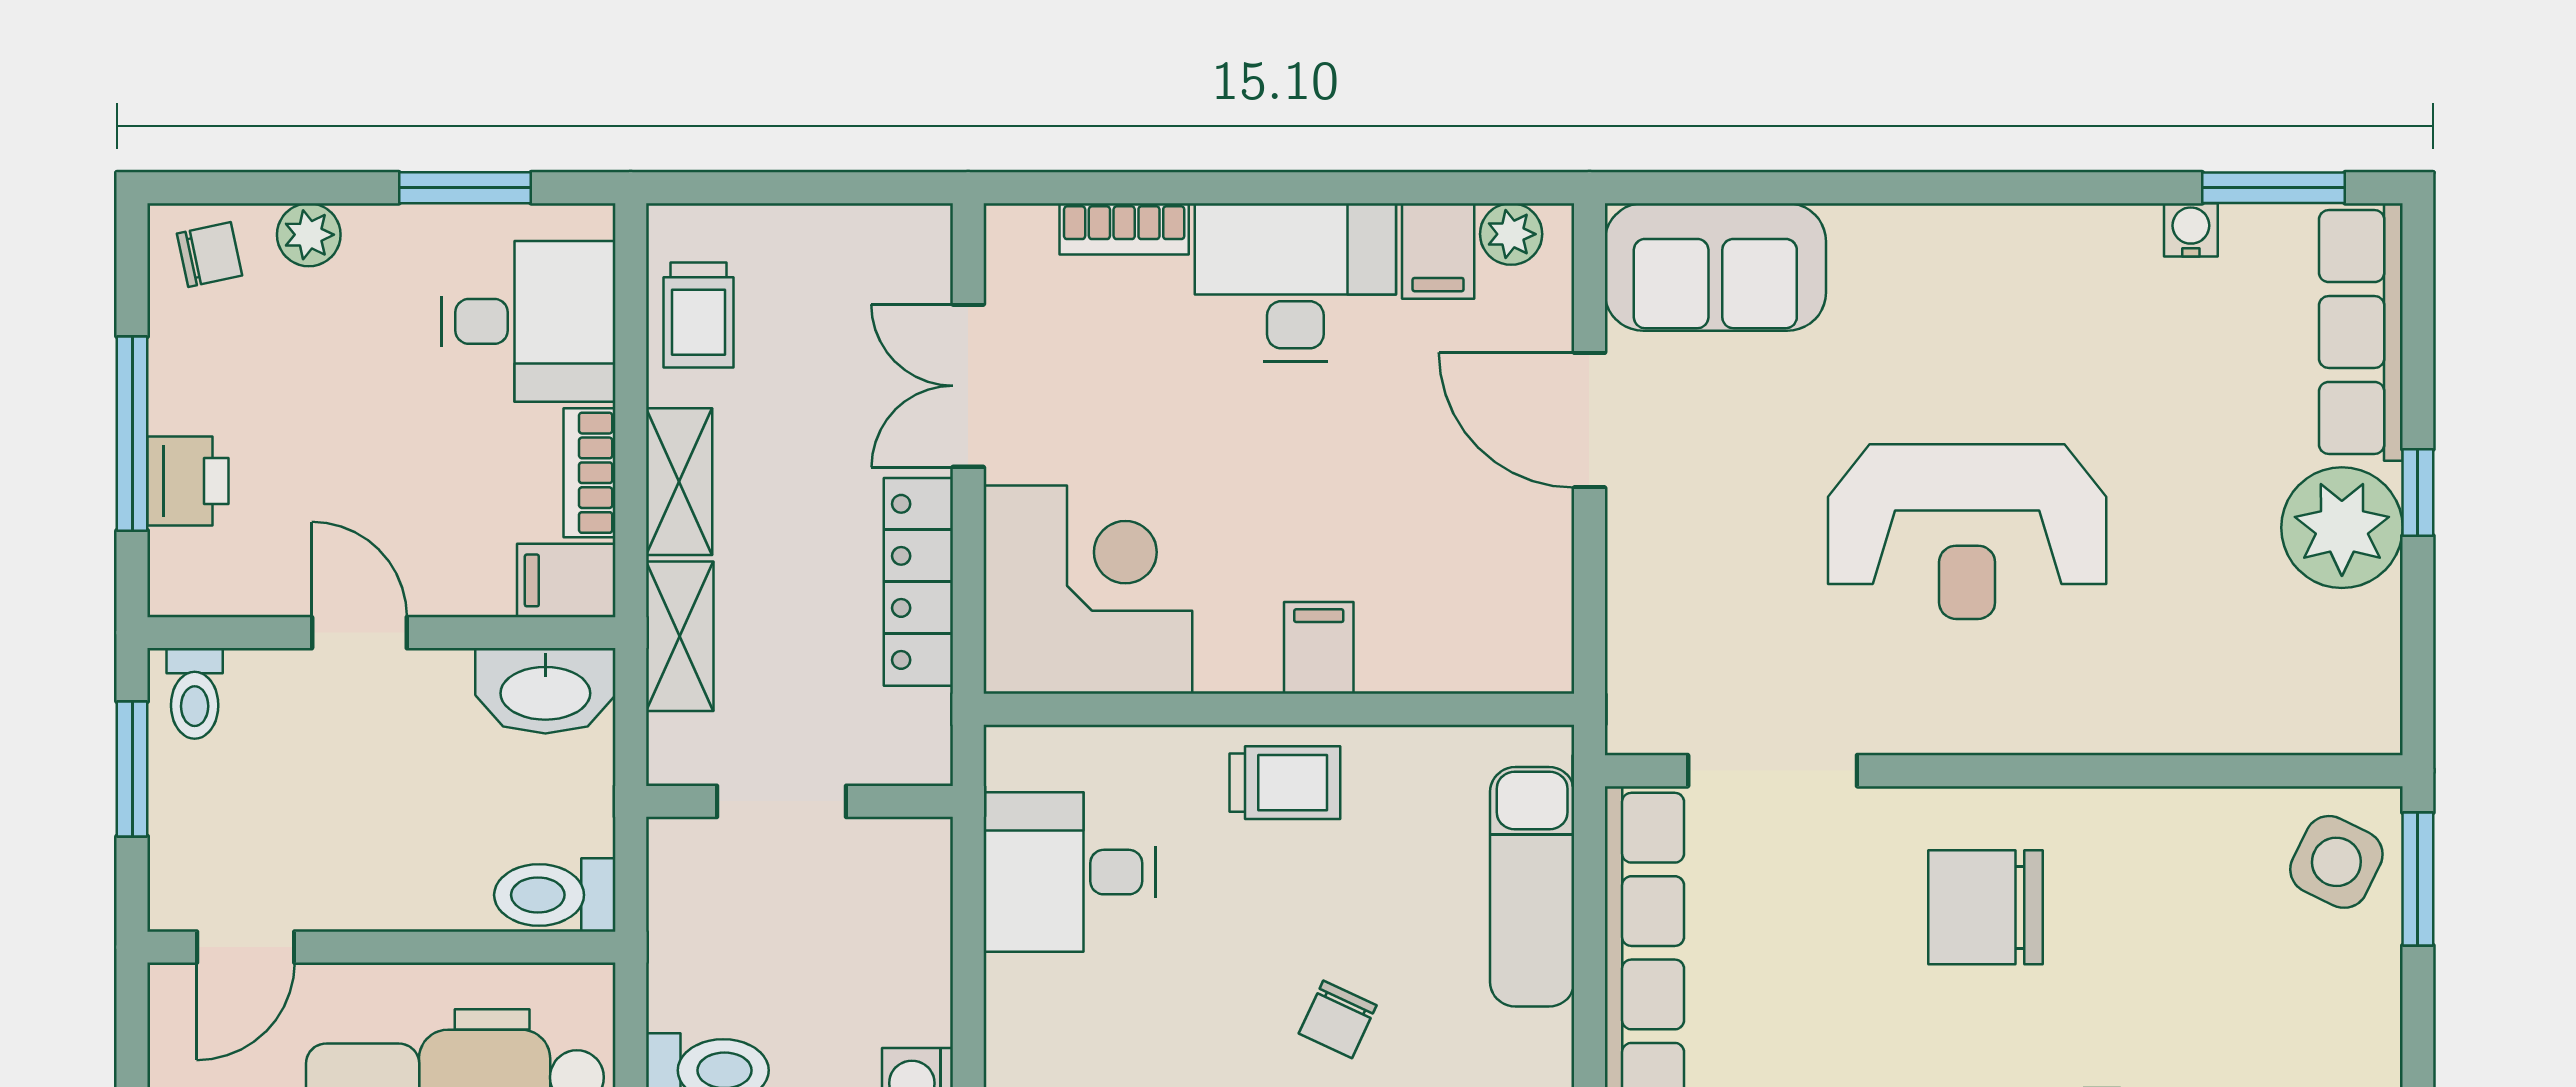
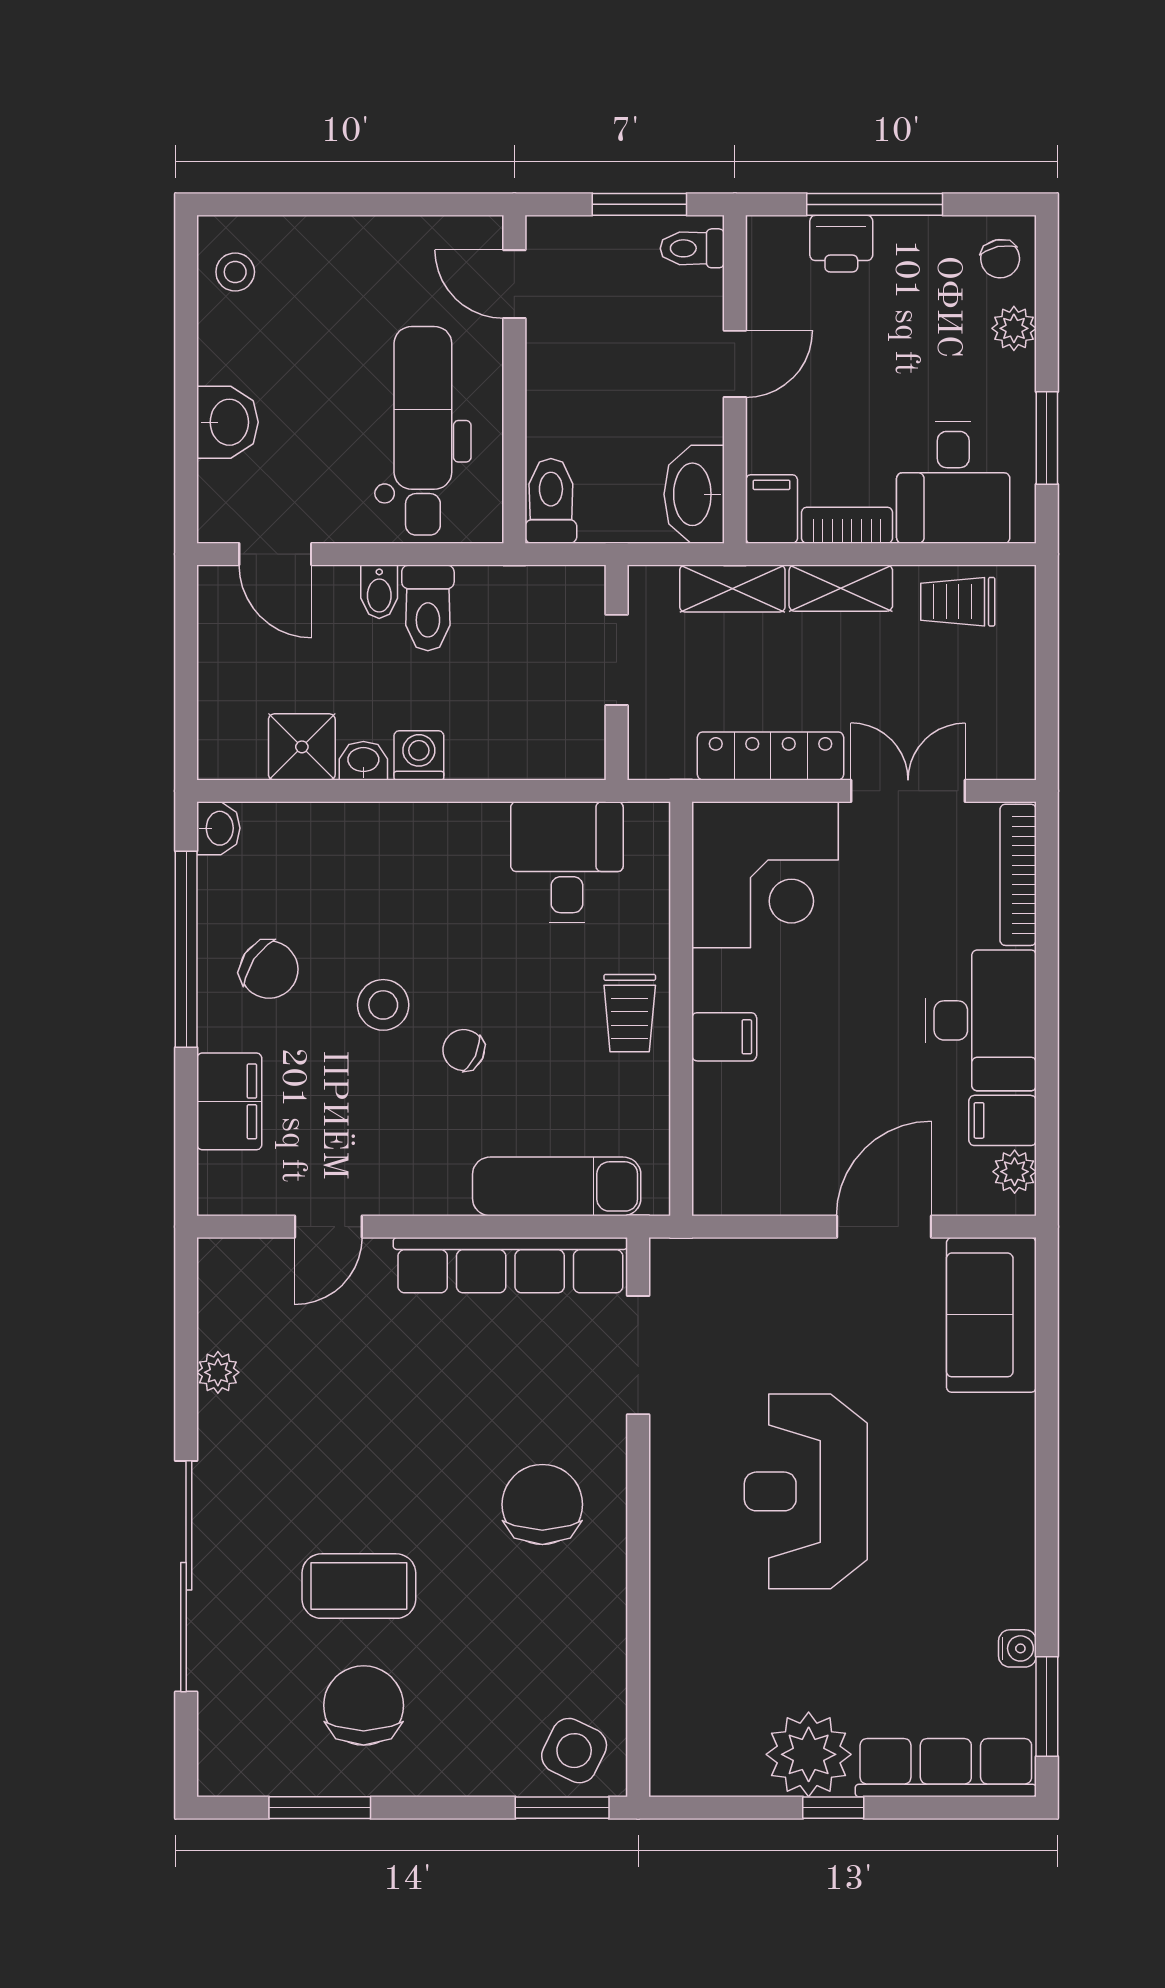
bookcase: (1124, 229) -> (1018, 875), width x1.56

